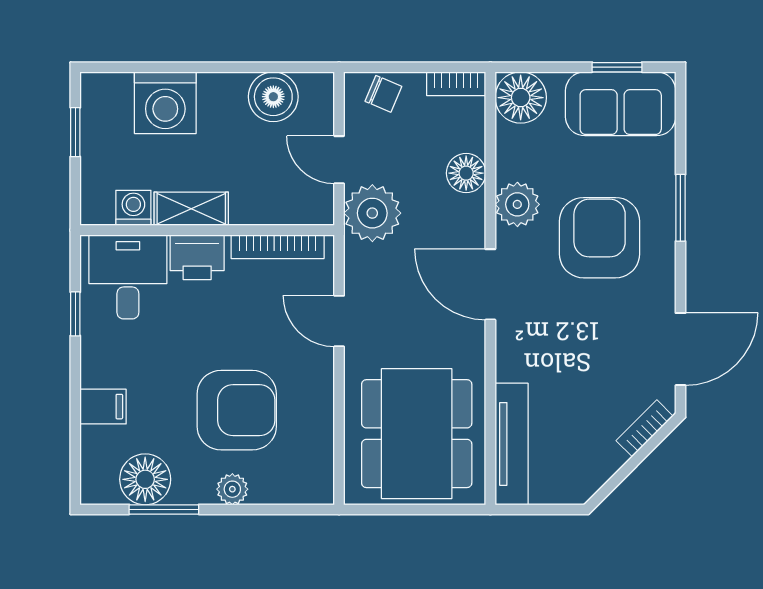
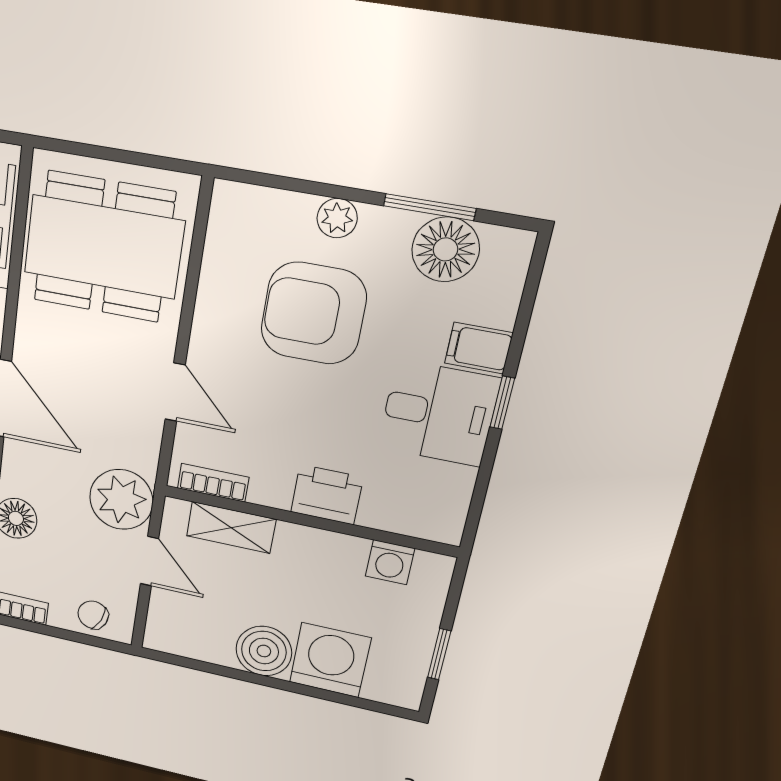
boiler: (273, 97) -> (264, 651), moved
shelving: (191, 209) -> (231, 527), moved
bookcase: (278, 247) -> (213, 483), width x0.64
desk: (128, 277) -> (439, 413), moved, turned -90
window: (75, 314) -> (502, 403), moved
dining table: (417, 434) -> (104, 247), turned 90

